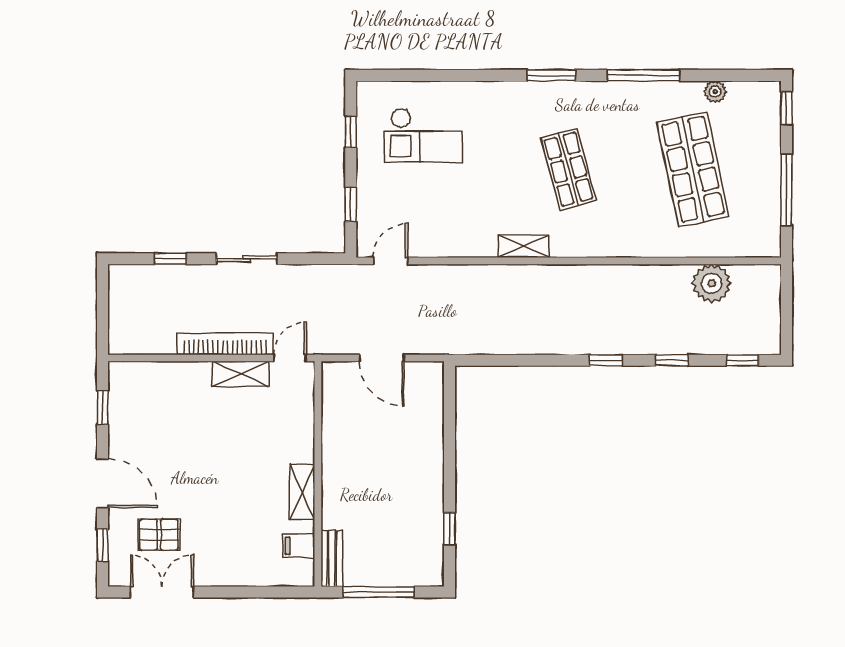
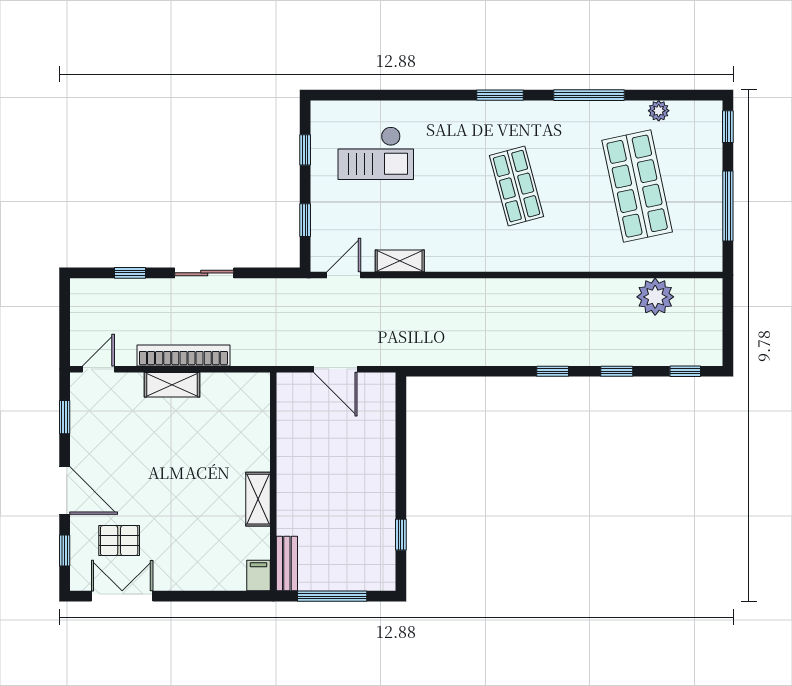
shelving: (524, 246) -> (400, 261), moved
door: (290, 358) -> (98, 369), moved
shelving: (240, 374) -> (172, 385), moved
filing cabinet: (299, 546) -> (259, 576), moved, turned 90

